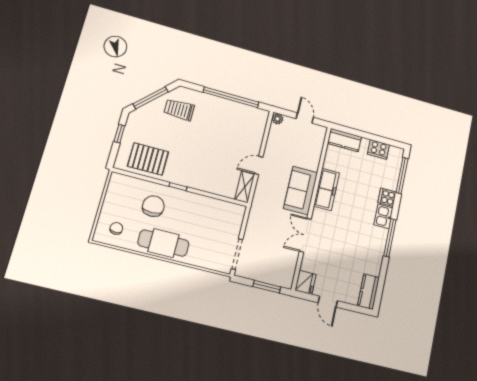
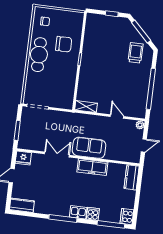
cooker: (378, 149) -> (127, 217), moved
pallet: (148, 159) -> (96, 36), removed
door: (259, 165) -> (117, 117), moved

